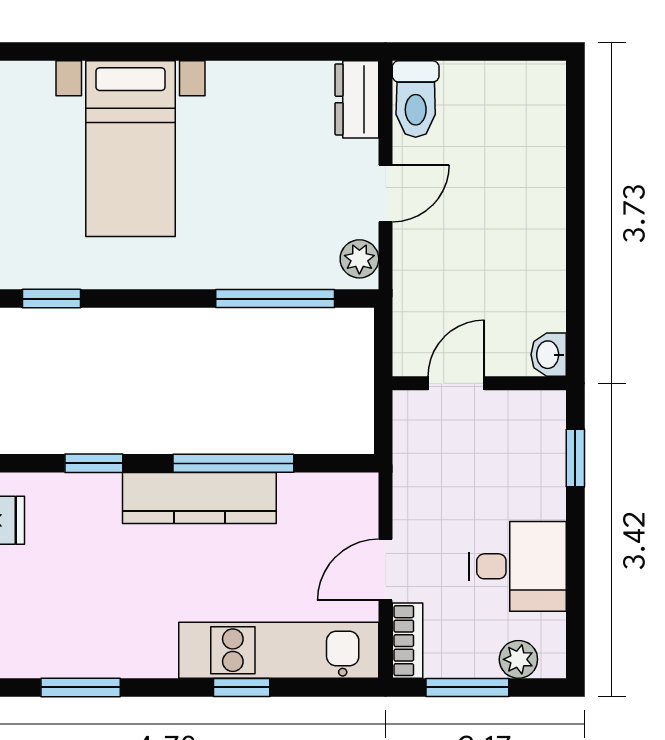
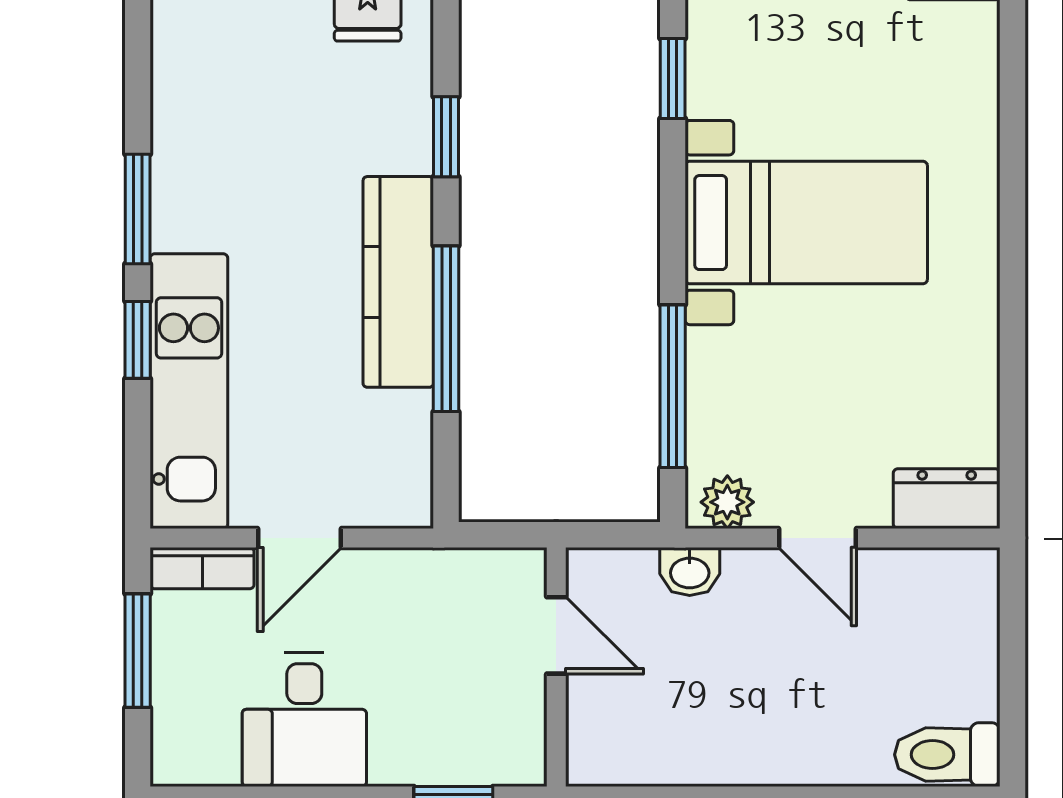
toilet: (416, 99) -> (947, 755), moved
bed with nightstands: (130, 149) -> (806, 223), moved, turned 180
washbasin: (549, 355) -> (690, 572), moved, turned 180
door: (386, 570) -> (300, 538), swing flipped
plant: (518, 659) -> (176, 721), removed
window: (81, 687) -> (138, 209), moved

